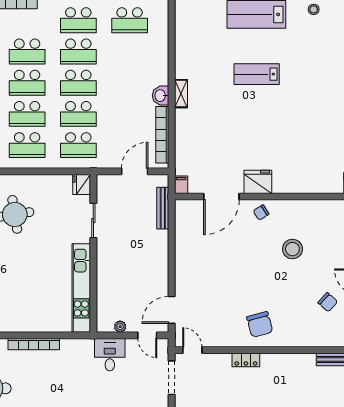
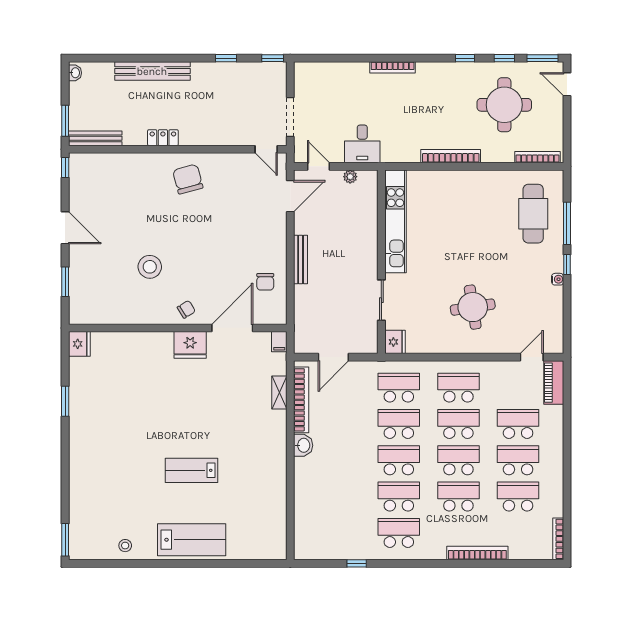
school desk: (130, 20) -> (339, 533), removed
lab bench: (257, 74) -> (191, 470), turned 180
shelving: (181, 94) -> (279, 393), moved
bench: (163, 208) -> (301, 259), moved
chair: (328, 302) -> (265, 282), moved, turned -132
locker: (246, 360) -> (163, 138), moved

